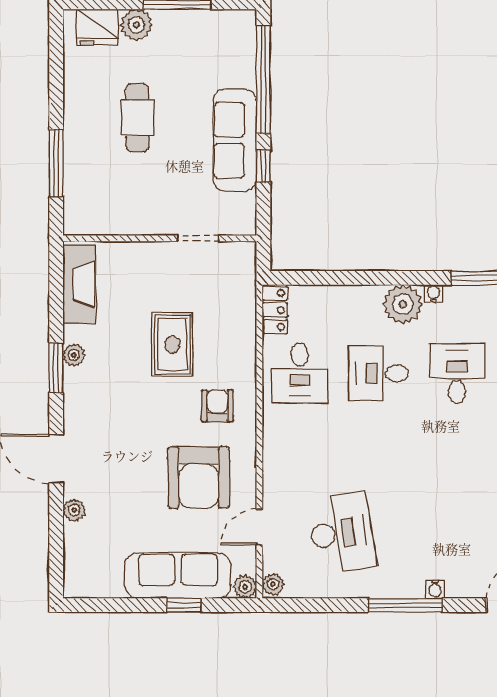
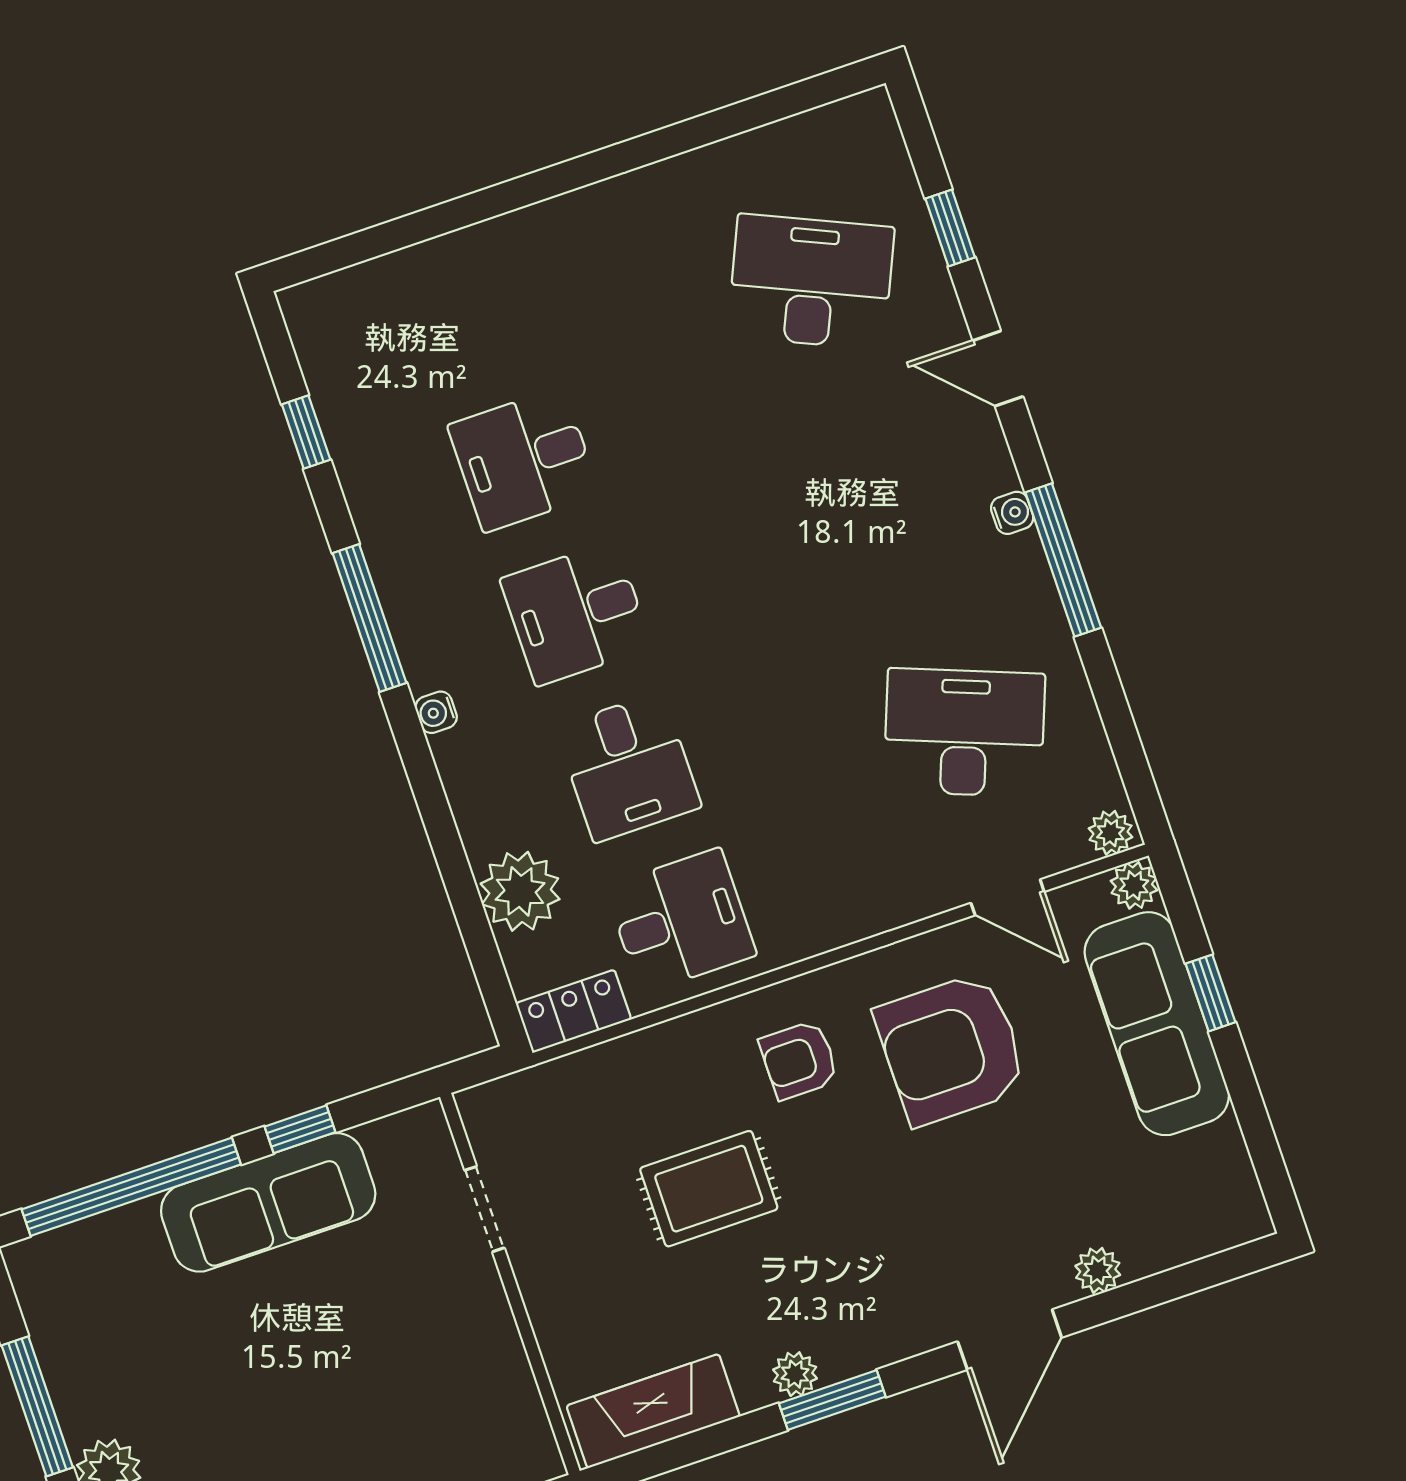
cafe table: (137, 118) -> (289, 1408), removed
plant: (403, 304) -> (520, 891), moved
armchair: (199, 477) -> (951, 1049), turned 180
desk: (342, 533) -> (964, 733), turned 30

